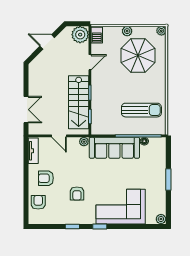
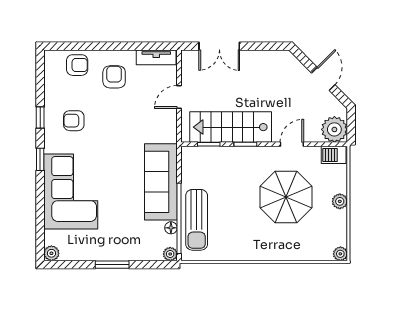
parasol: (138, 56) -> (286, 197), moved
door: (90, 62) -> (292, 144), swing flipped
sun lounger: (141, 110) -> (197, 220), moved
plant: (84, 142) -> (170, 254), moved
armchair: (77, 193) -> (74, 121), moved

